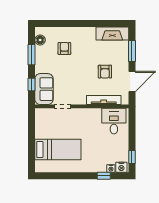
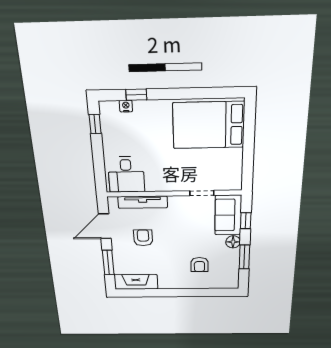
floor lamp: (40, 40) -> (233, 242), moved
bed: (58, 149) -> (209, 125), width x1.50
nightstand: (121, 167) -> (110, 108), removed

